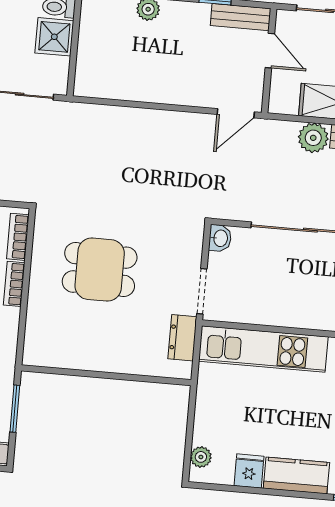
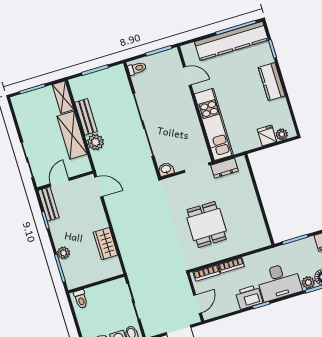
shower: (54, 37) -> (97, 295), removed
wardrobe: (136, 86) -> (105, 244), added
fridge: (249, 471) -> (267, 136), moved, turned 90

